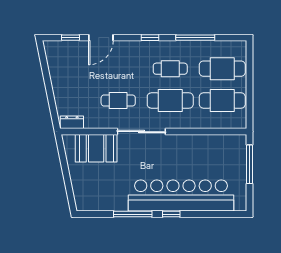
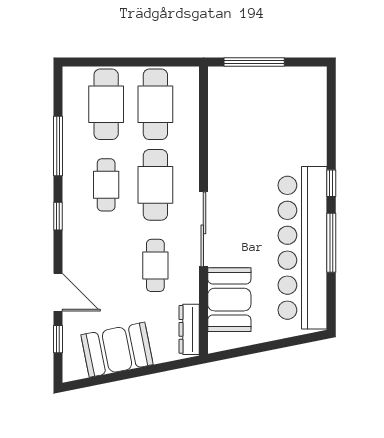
booth: (64, 76) -> (117, 350), added
dresser: (72, 122) -> (189, 329), width x1.44
bar counter: (181, 196) -> (303, 248), moved

